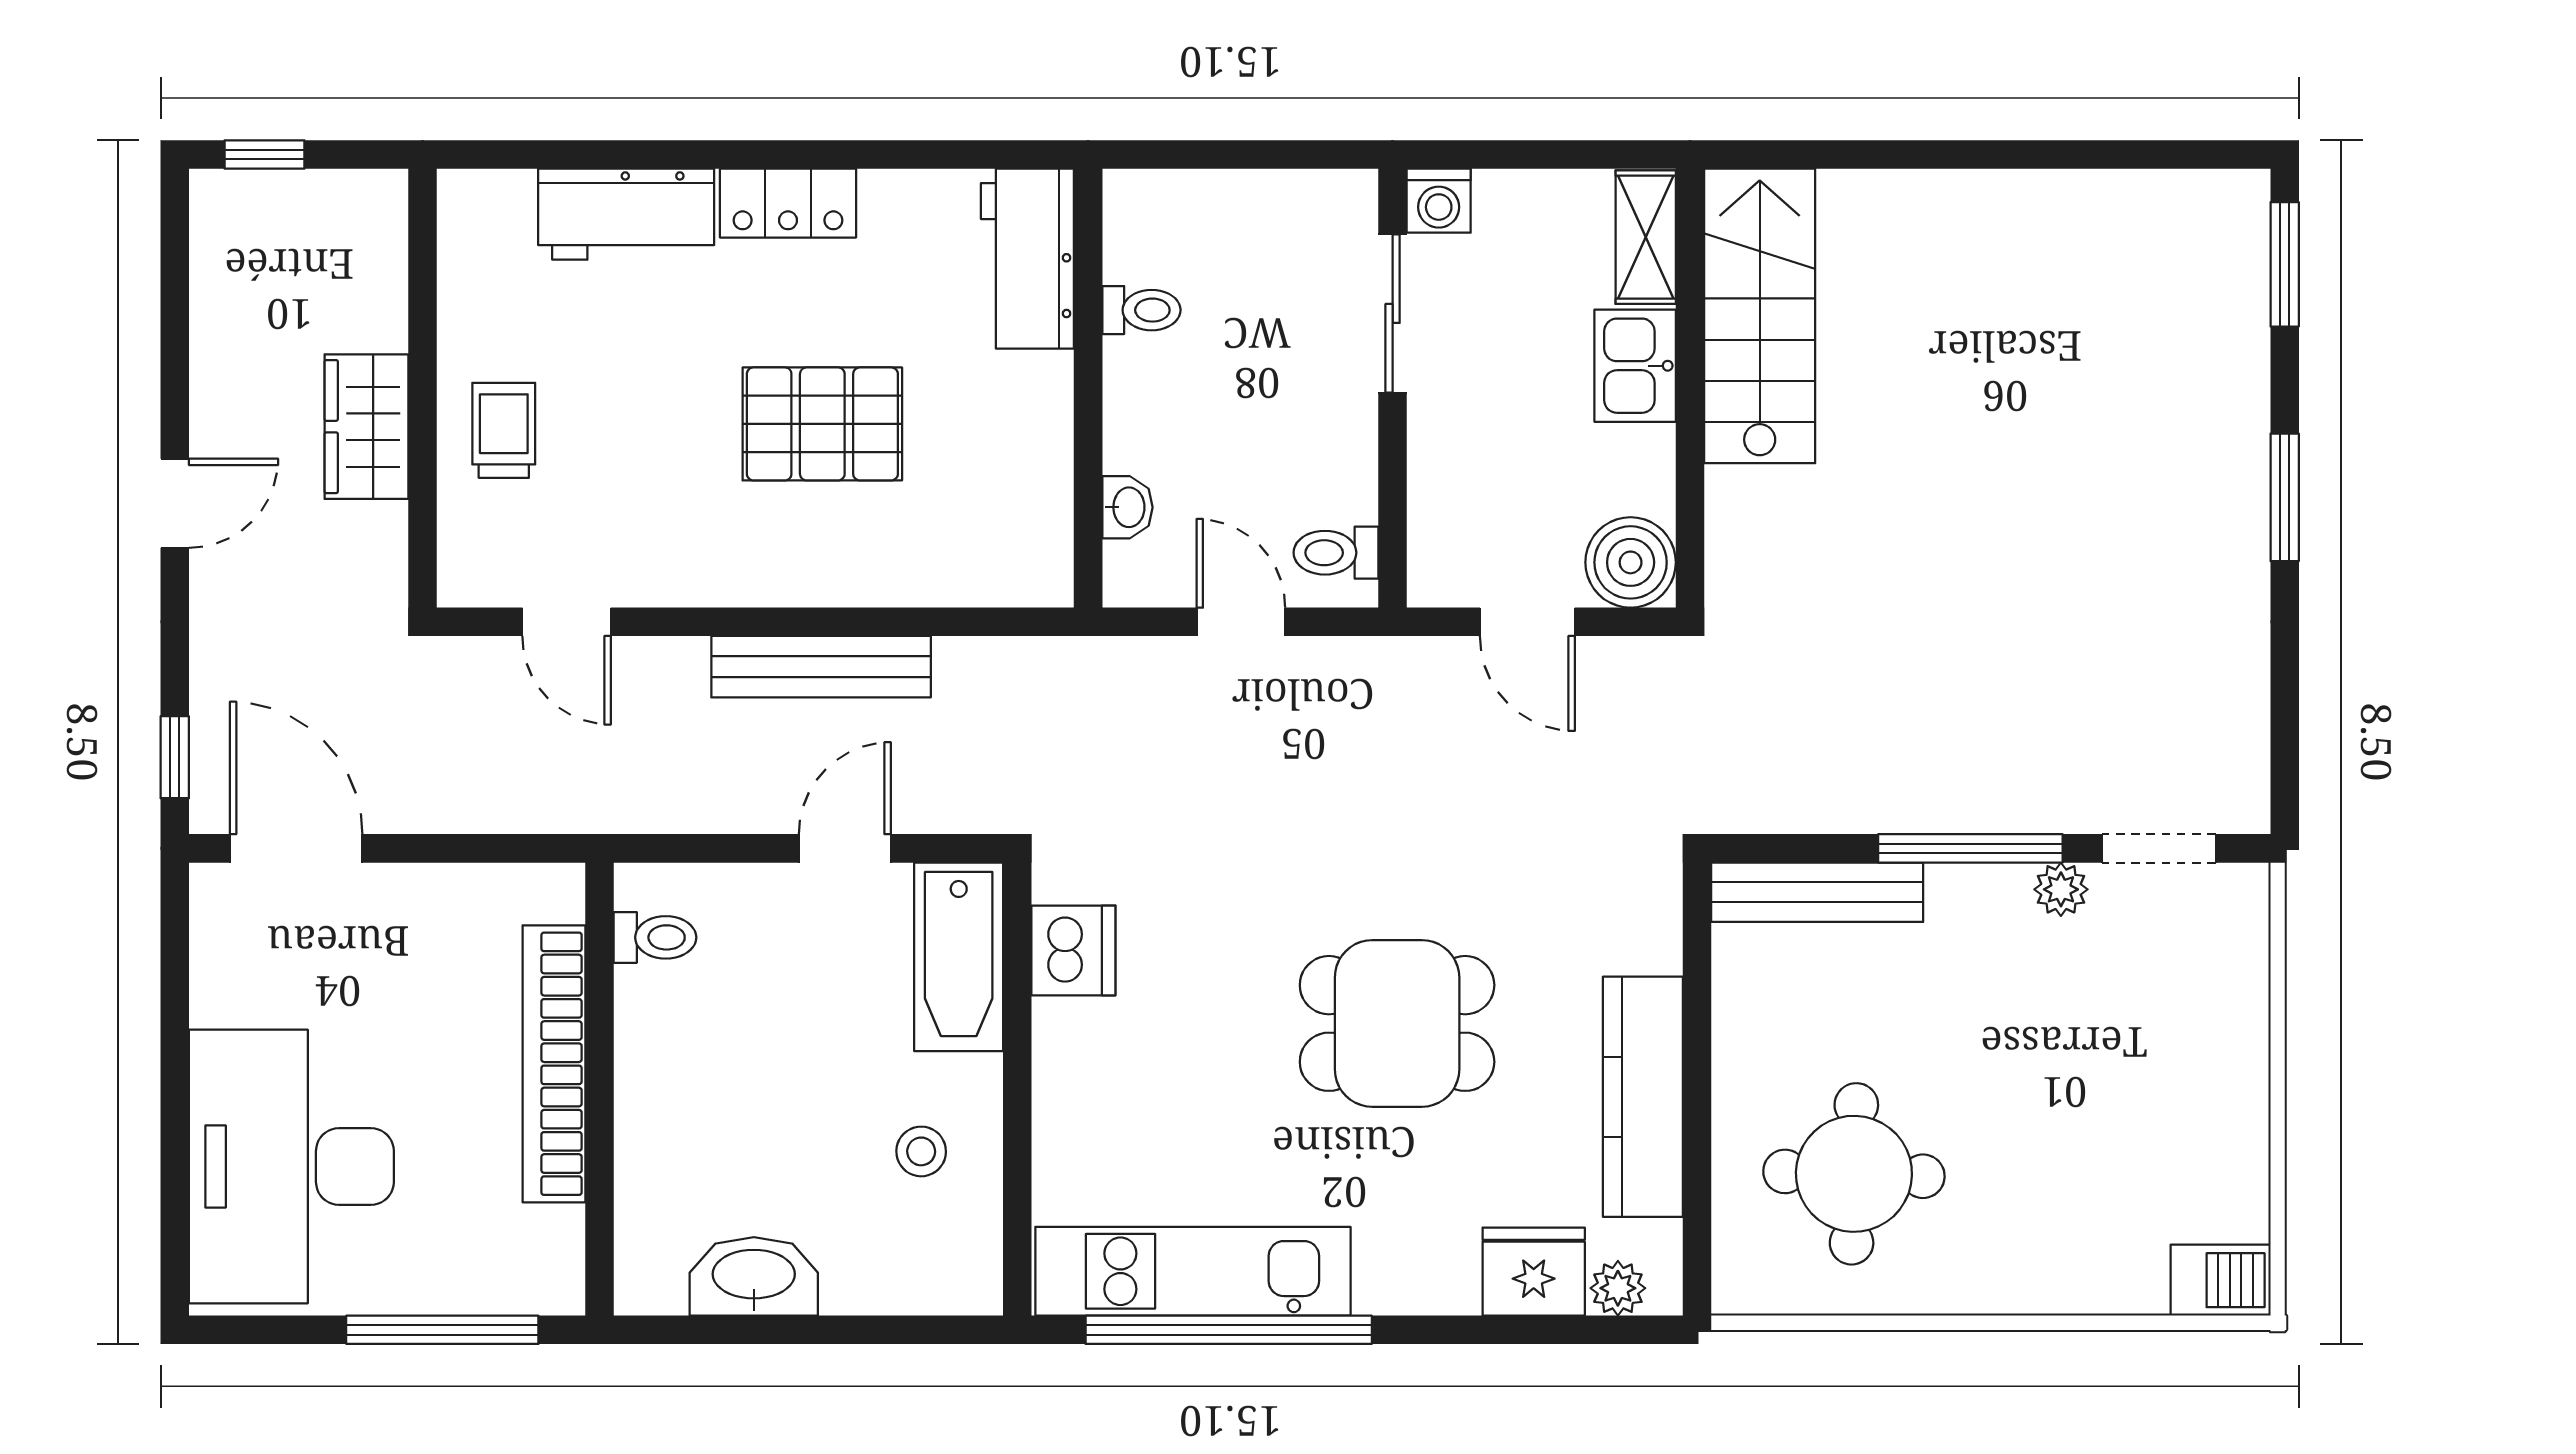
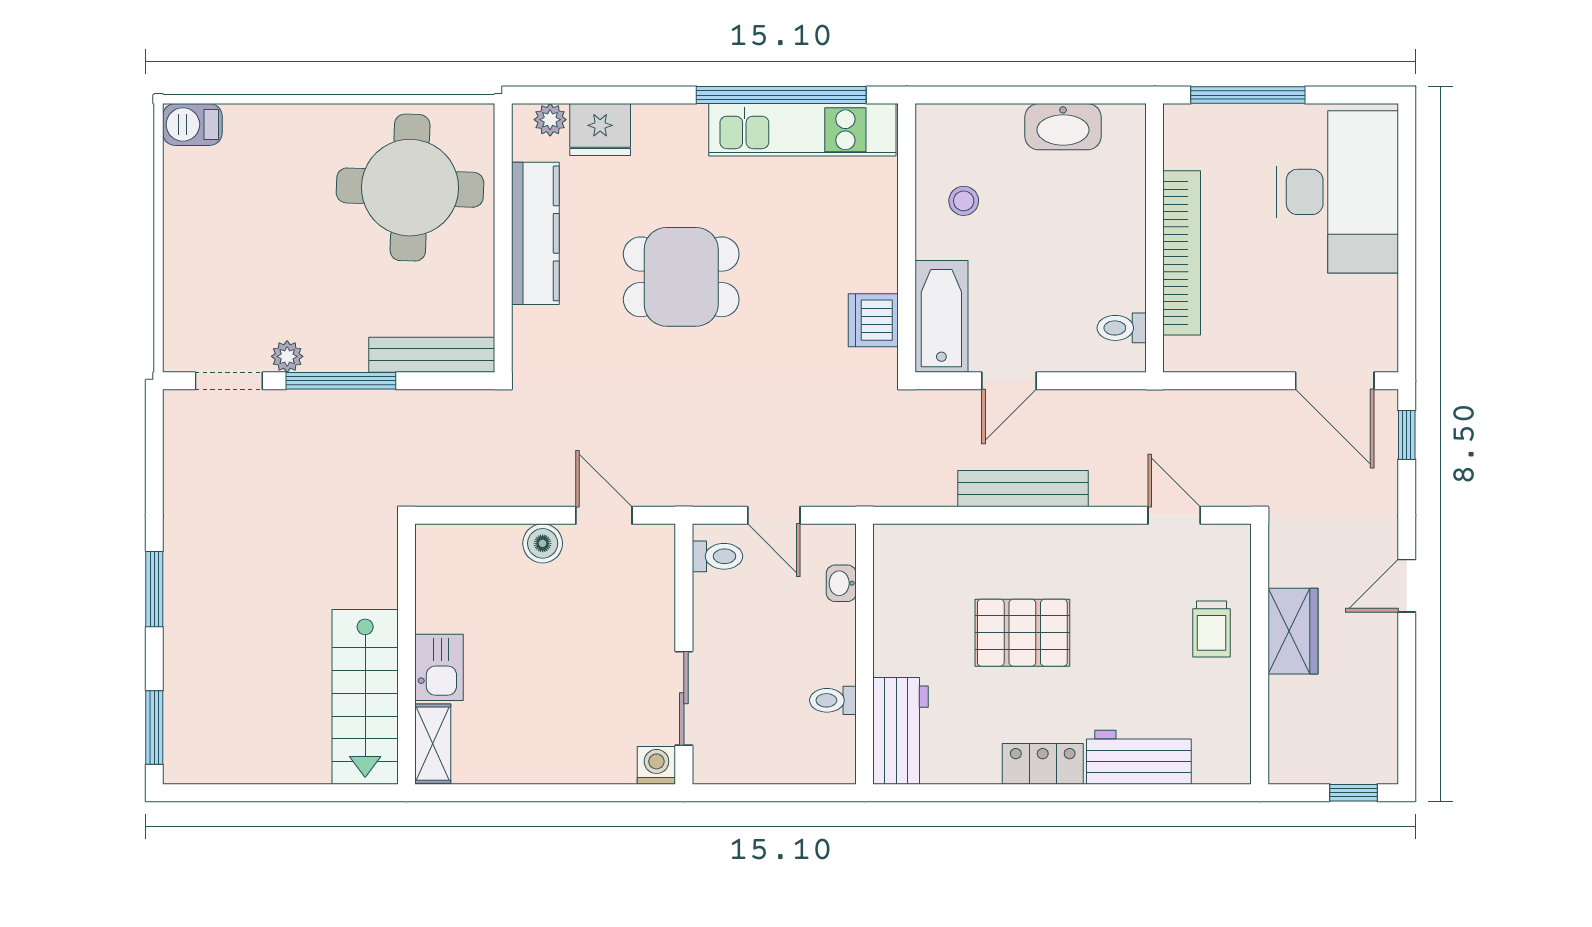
shelving: (1646, 237) -> (433, 744), moved
stairs: (1760, 316) -> (365, 697), moved
kitchen sink: (1635, 366) -> (439, 667), moved
wall: (1690, 388) -> (406, 654), moved
boiler: (1631, 562) -> (543, 543), width x0.73, depth x0.73
round table: (1854, 1174) -> (410, 188), width x1.36, depth x1.36

